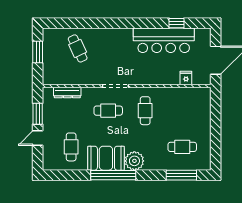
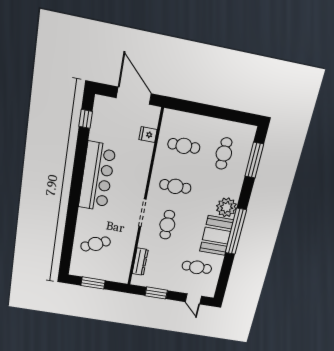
window: (177, 23) -> (86, 119), moved
bar counter: (164, 40) -> (97, 177), moved
cafe table: (182, 111) -> (184, 146), added
door: (38, 138) -> (193, 299), moved

